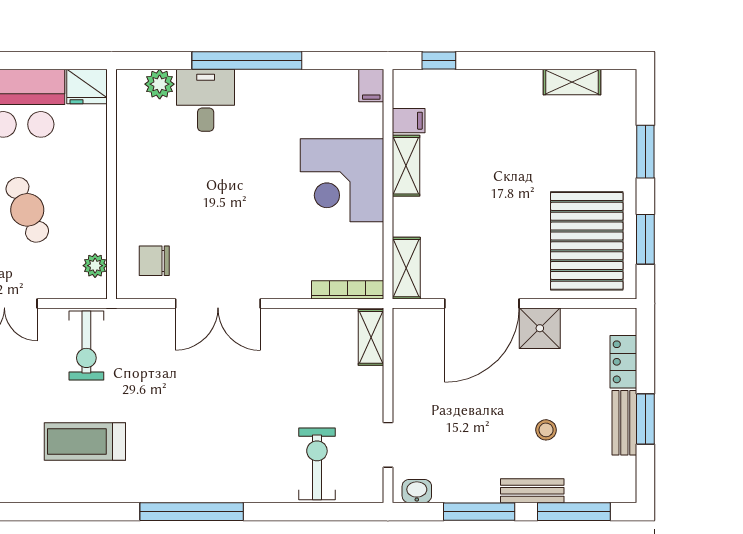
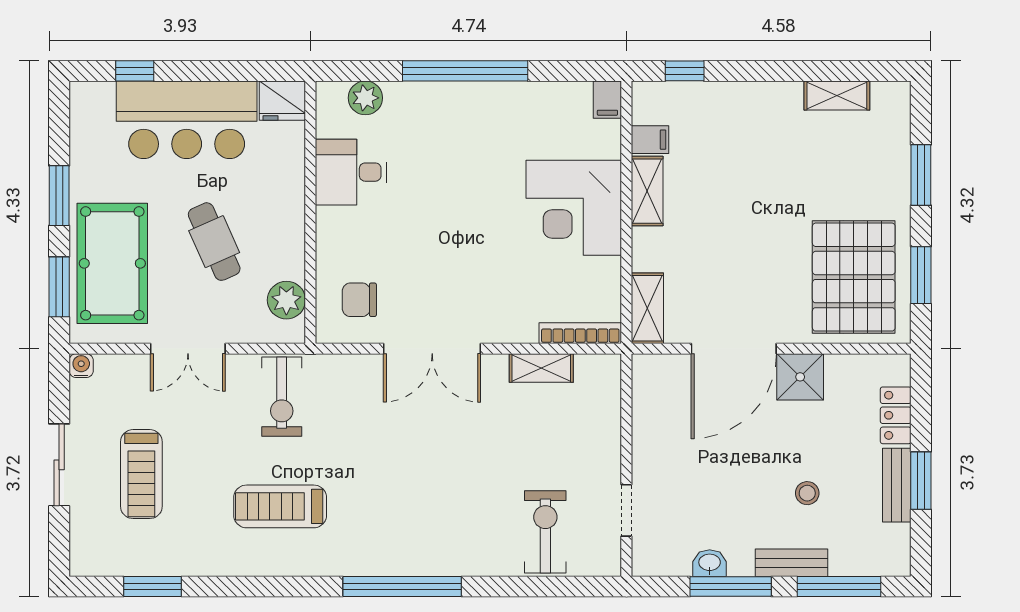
desk: (206, 100) -> (351, 172), moved, turned -90
plant: (95, 266) -> (286, 300), width x1.38, depth x1.38
shelving: (371, 337) -> (541, 368), moved, turned 90
washbasin: (417, 491) -> (710, 563), moved

